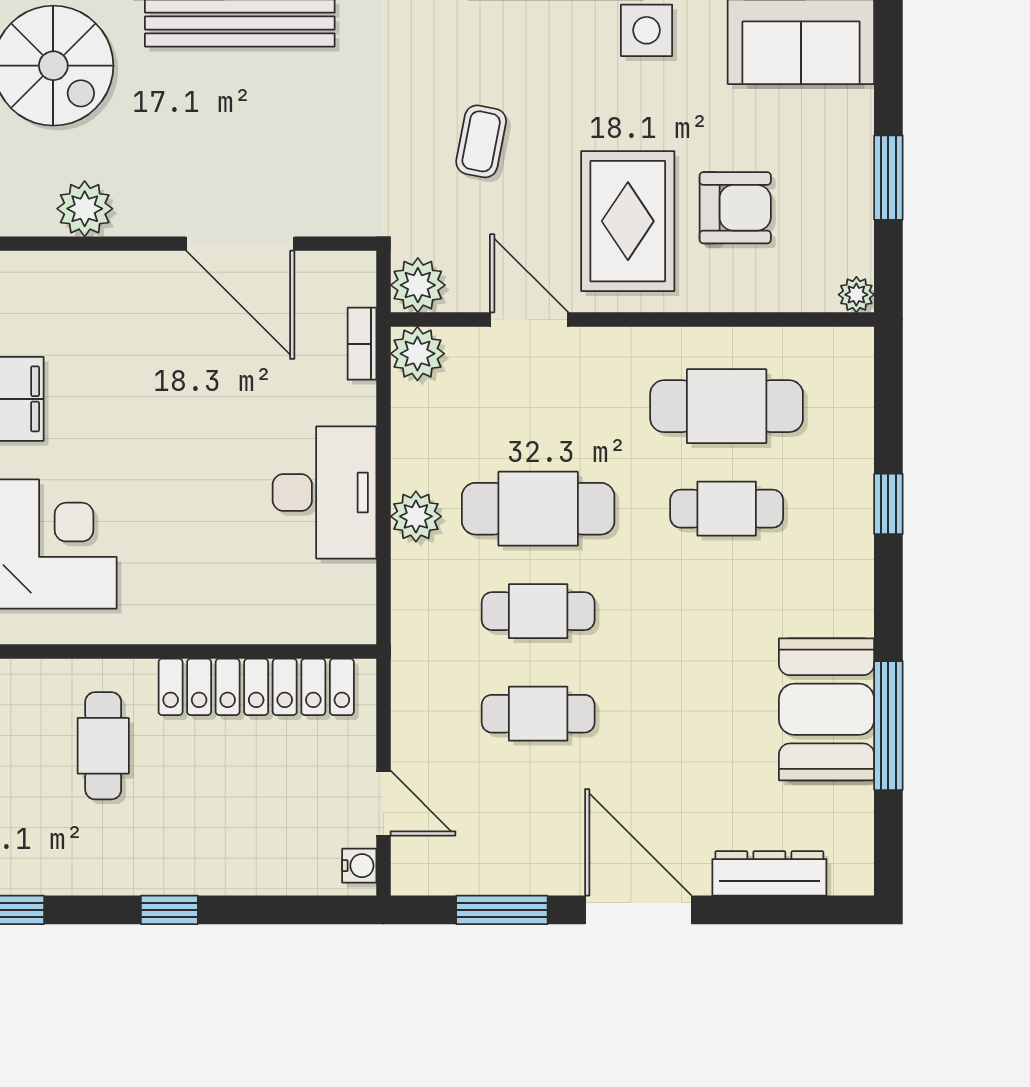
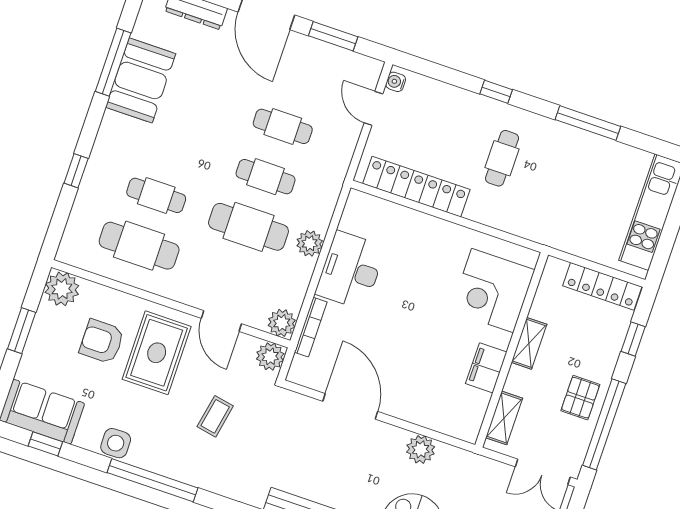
plant: (856, 295) -> (62, 289), width x1.88, depth x1.88
bookcase: (362, 344) -> (311, 327), width x1.56
cafe table: (103, 746) -> (502, 158), moved

